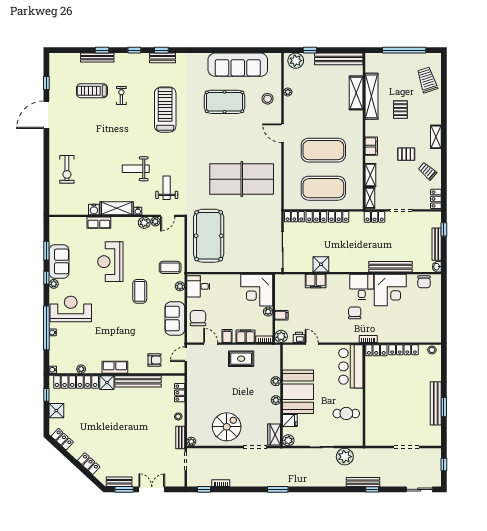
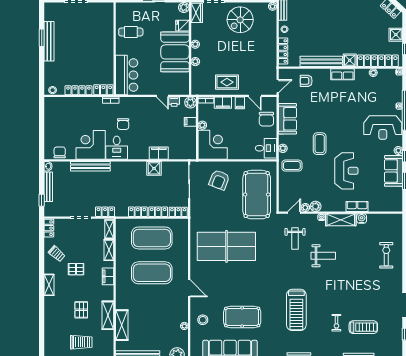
trolley: (427, 80) -> (81, 342), moved, turned -72
shelving: (371, 96) -> (108, 315), width x0.68
armchair: (250, 252) -> (219, 180), added
locker: (180, 393) -> (283, 51), width x1.53

